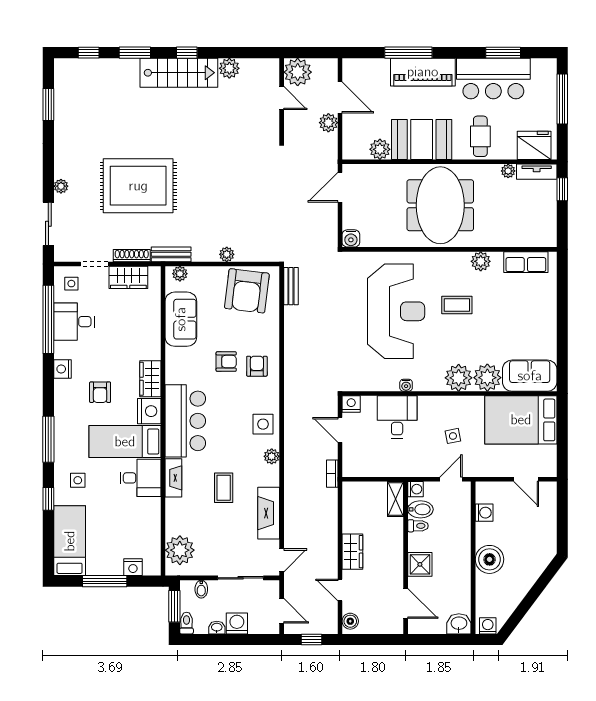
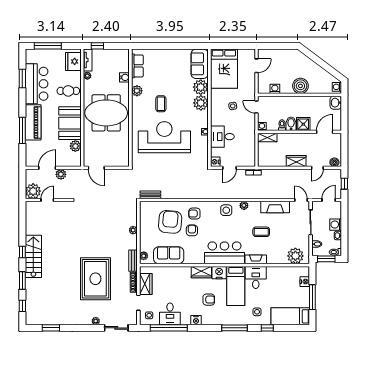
plant: (229, 68) -> (31, 229), removed
water cooler: (351, 238) -> (124, 77), moved
armchair: (247, 291) -> (170, 222), moved, turned -92
bidet: (420, 509) -> (291, 124), moved

